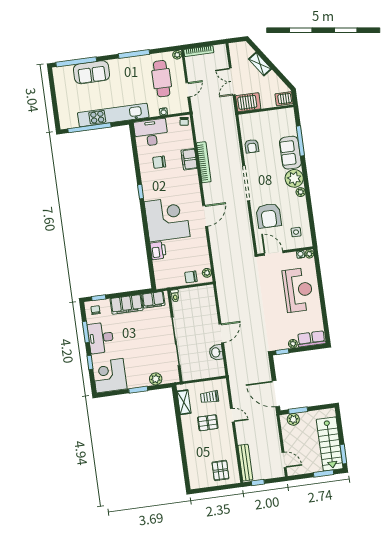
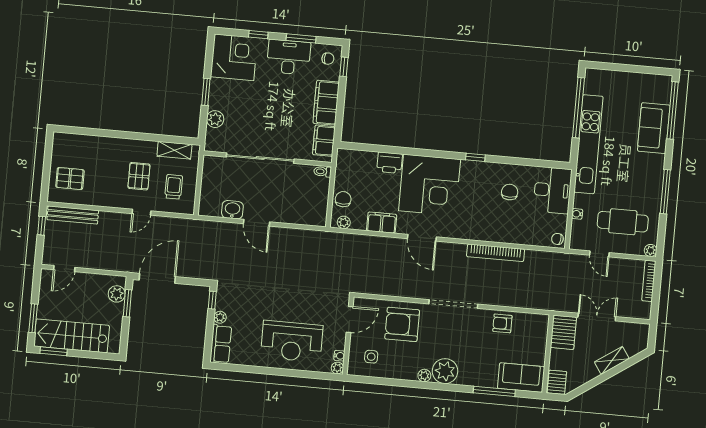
sofa: (290, 153) -> (521, 378), moved
filing cabinet: (189, 159) -> (382, 223), moved

